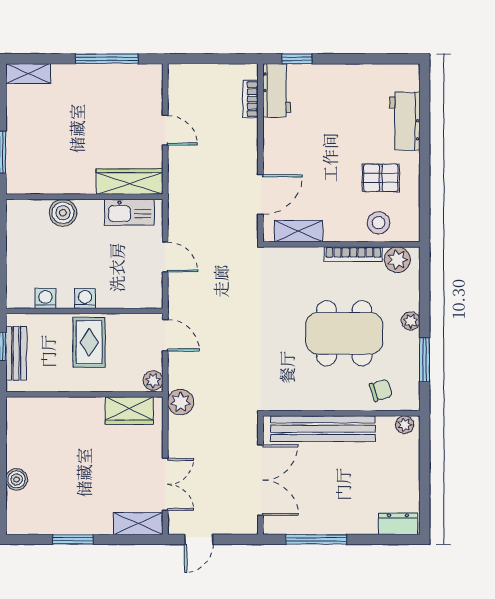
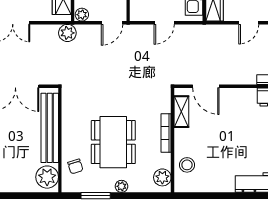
pallet: (381, 178) -> (217, 166), removed
bookcase: (353, 254) -> (166, 133), moved
plant: (405, 425) -> (47, 177), width x1.88, depth x1.88

